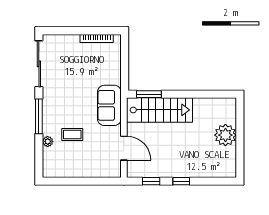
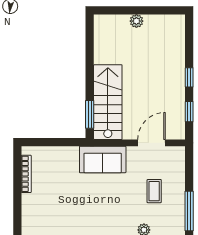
coffee table: (72, 134) -> (154, 191), moved
plant: (225, 135) -> (136, 21), width x0.53, depth x0.53
window: (64, 181) -> (189, 211), added

